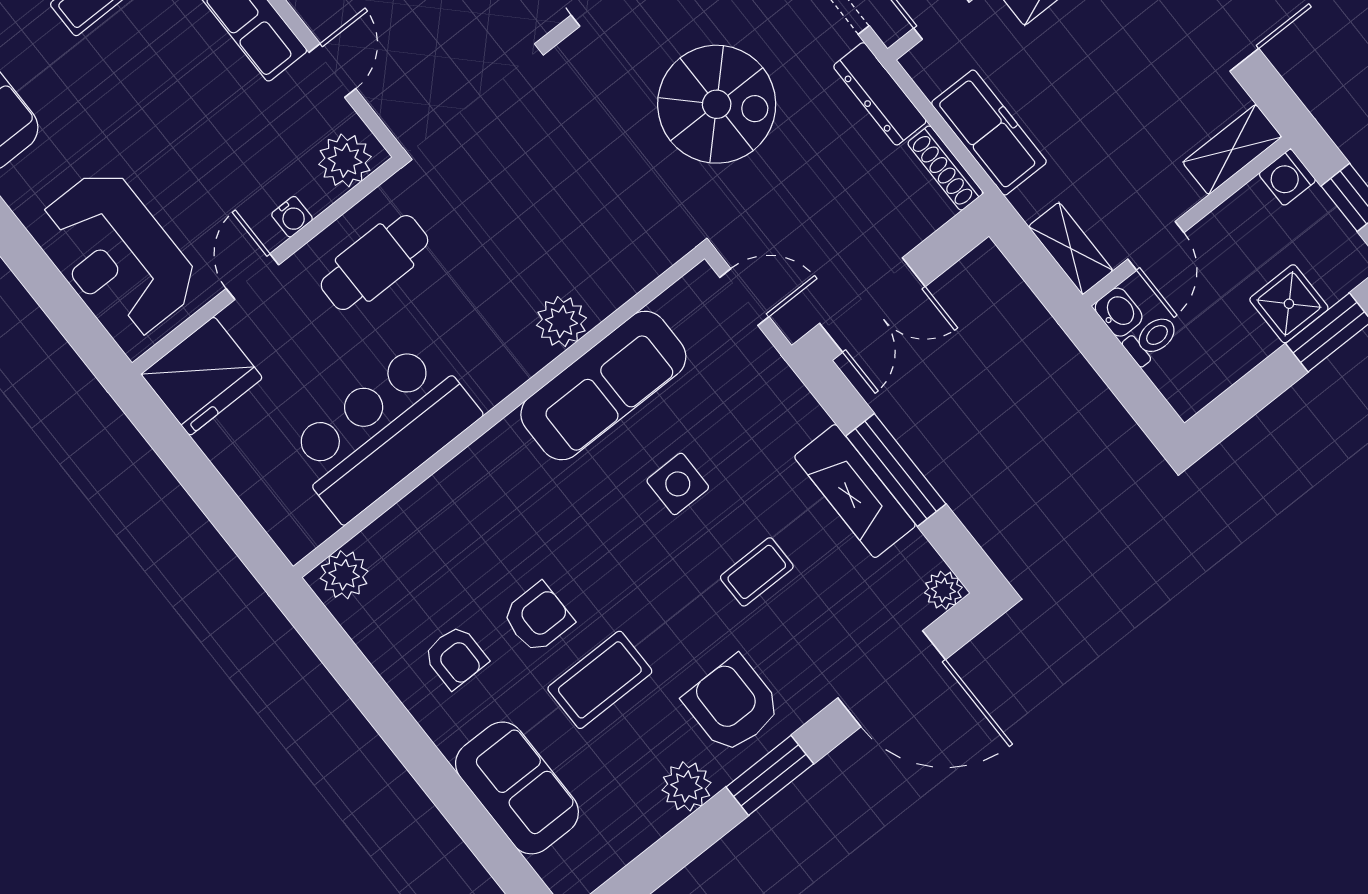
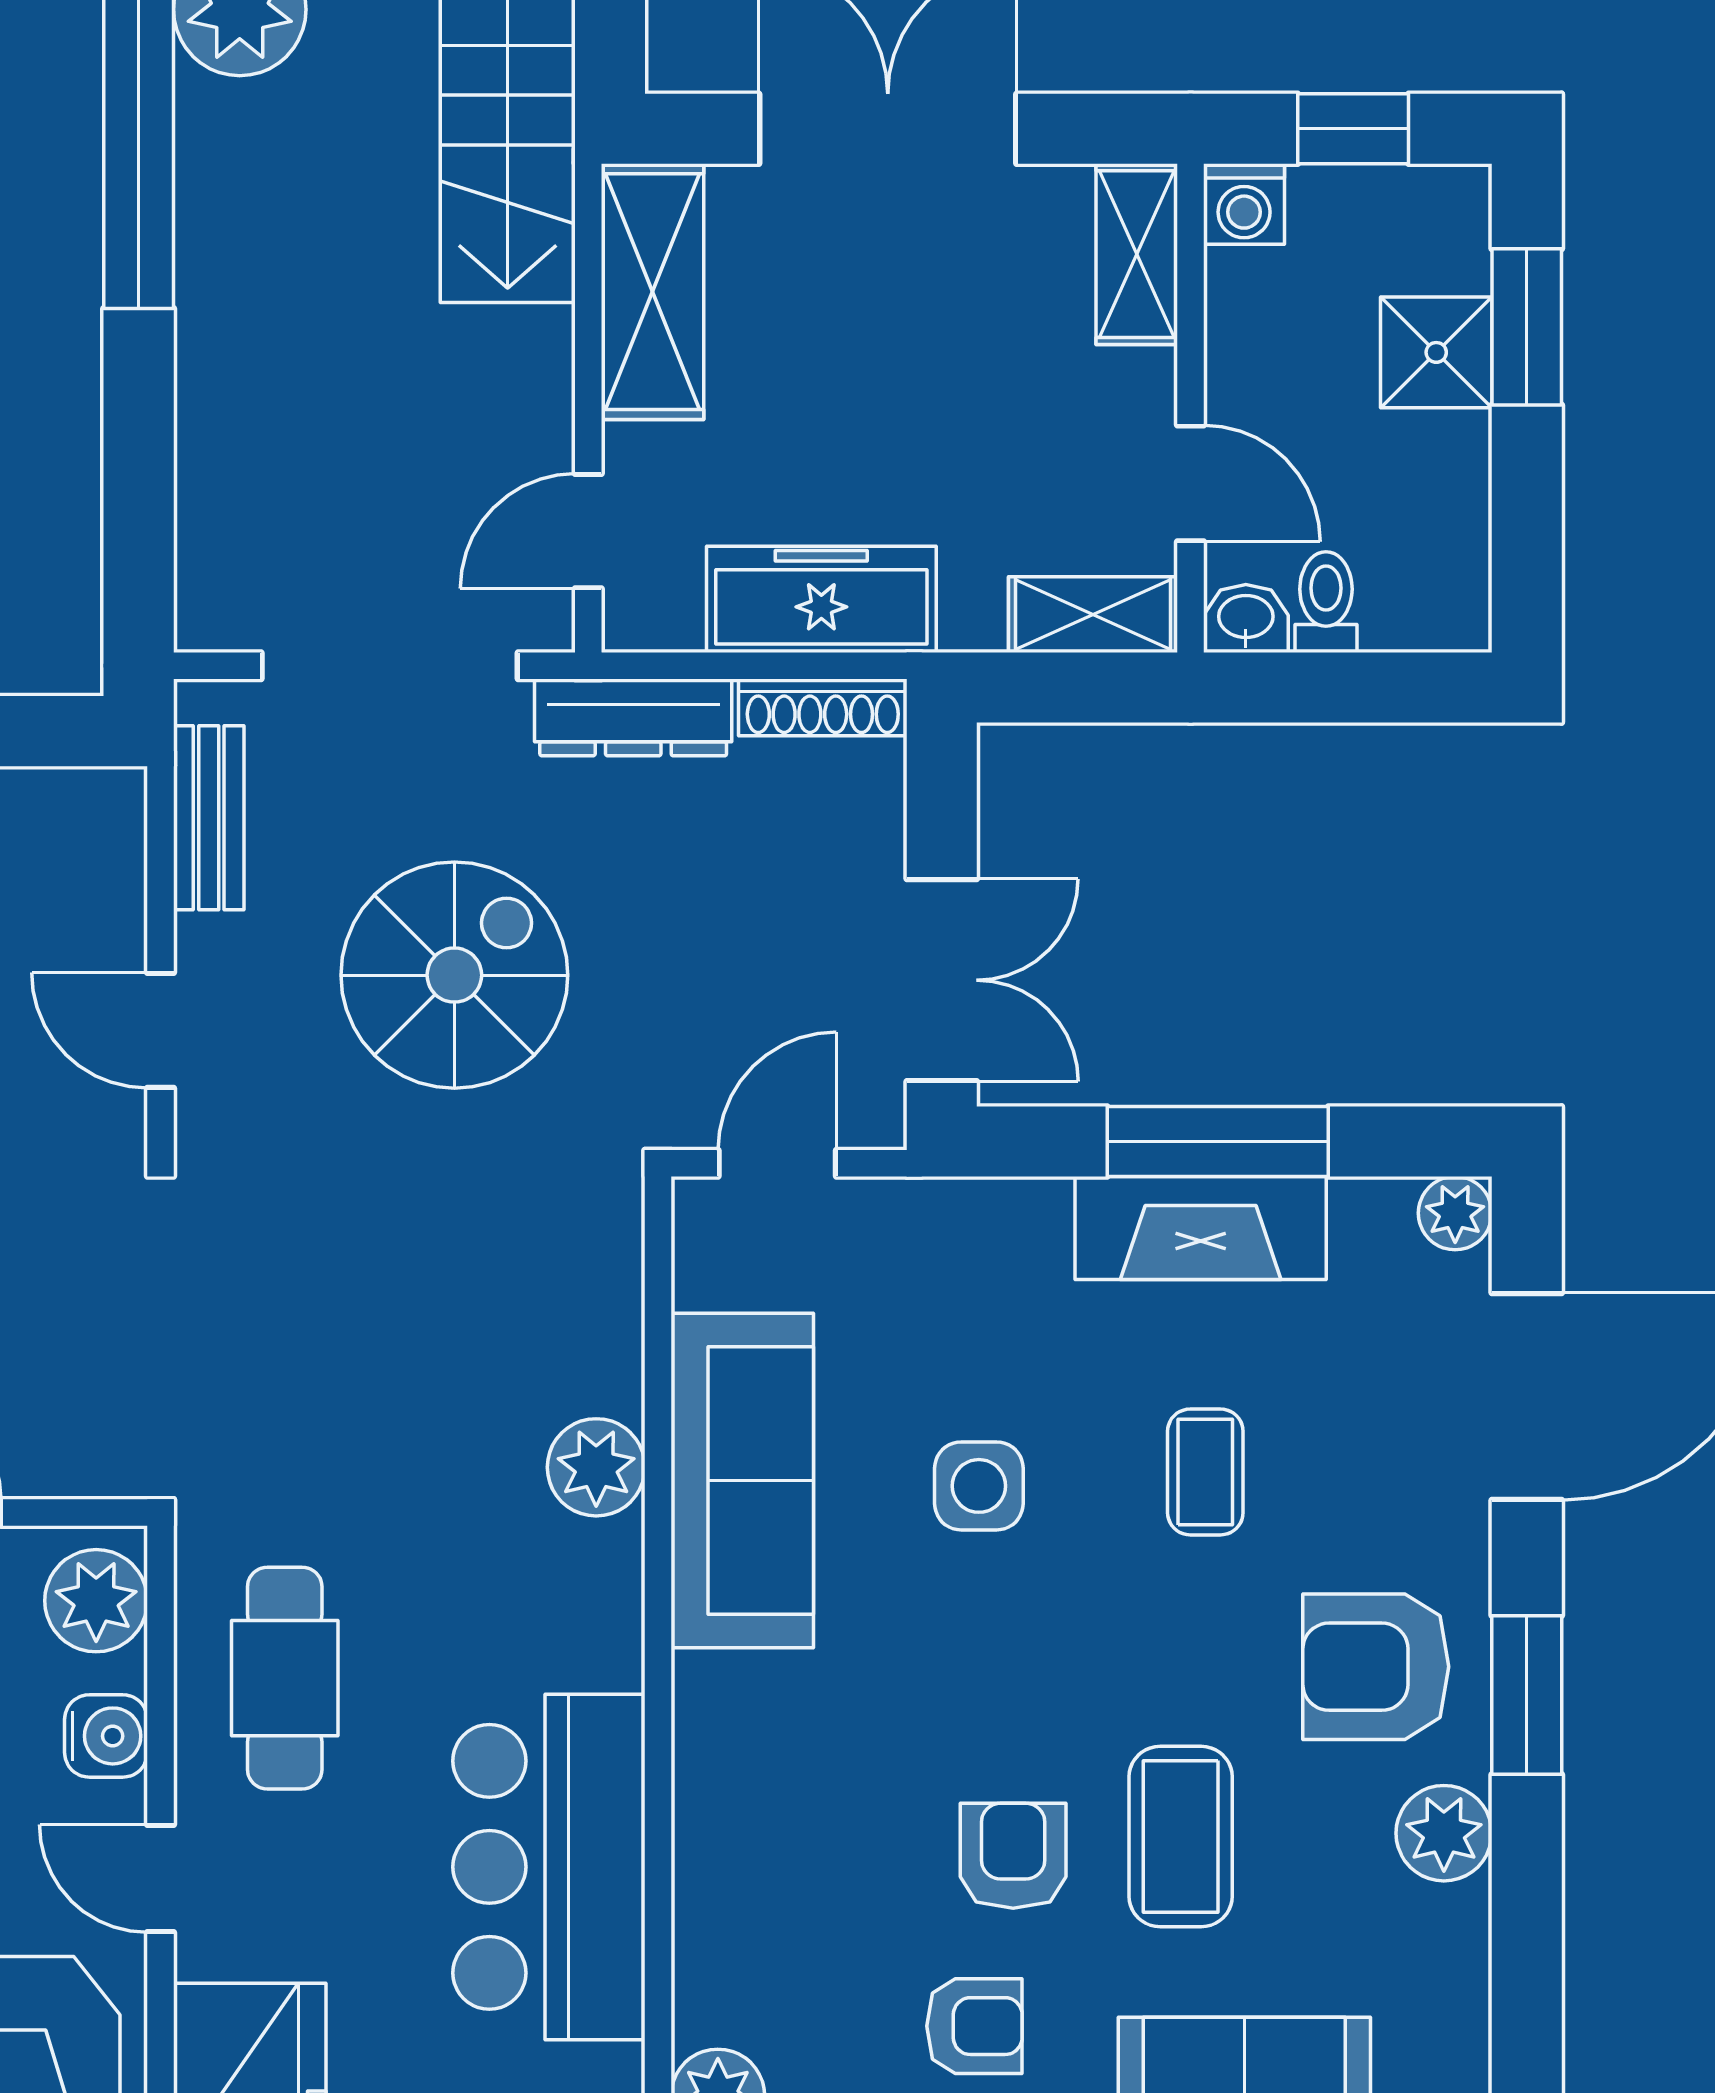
water cooler: (292, 217) -> (106, 1736), width x1.38, depth x1.38

